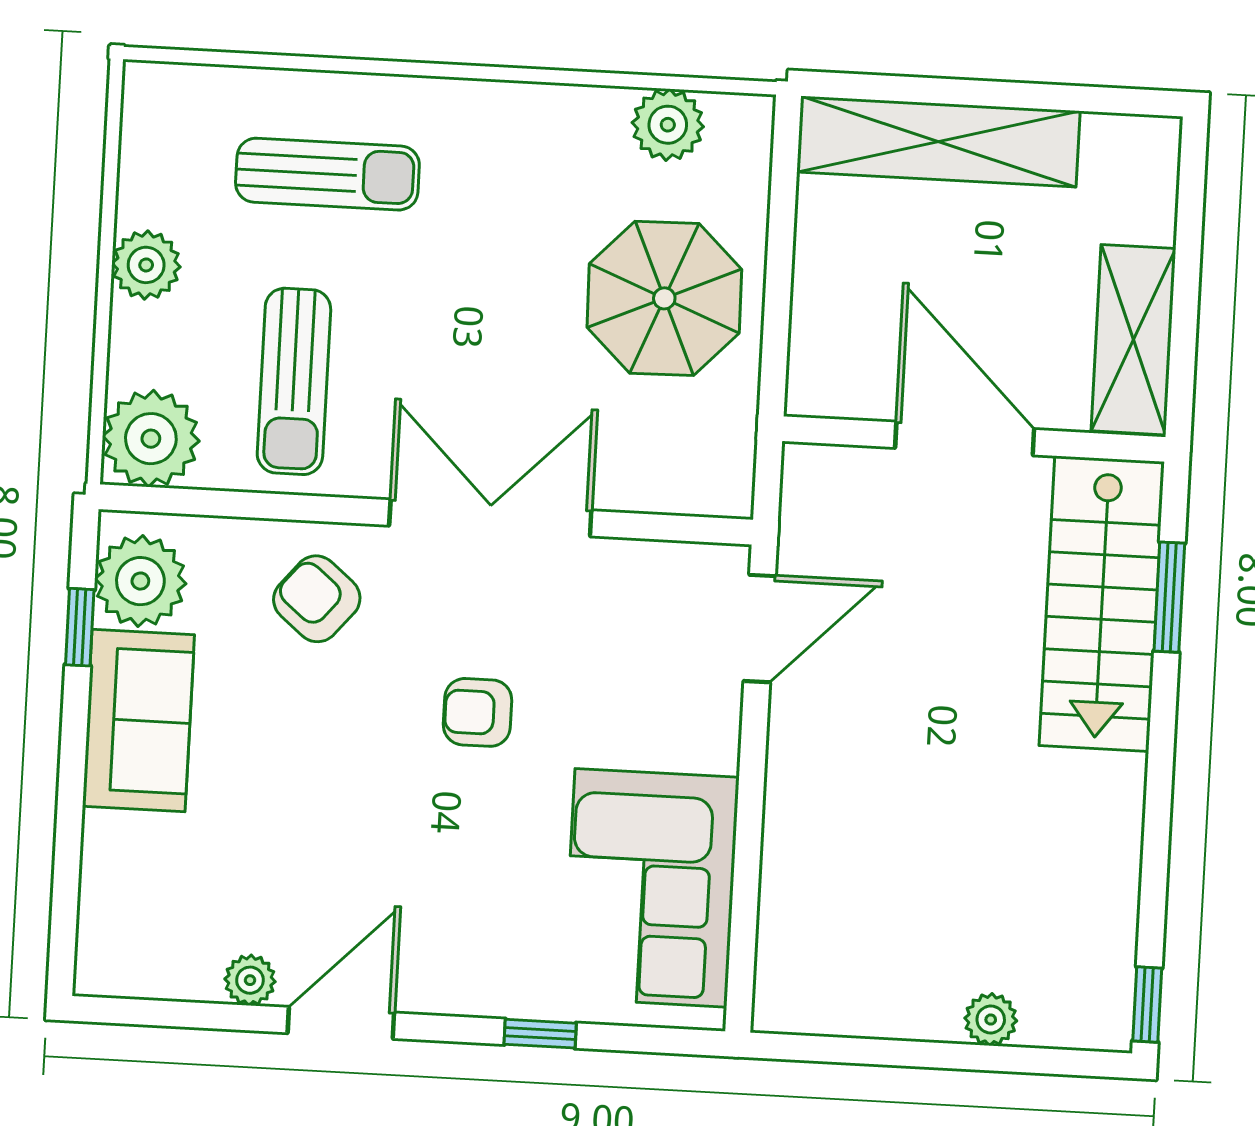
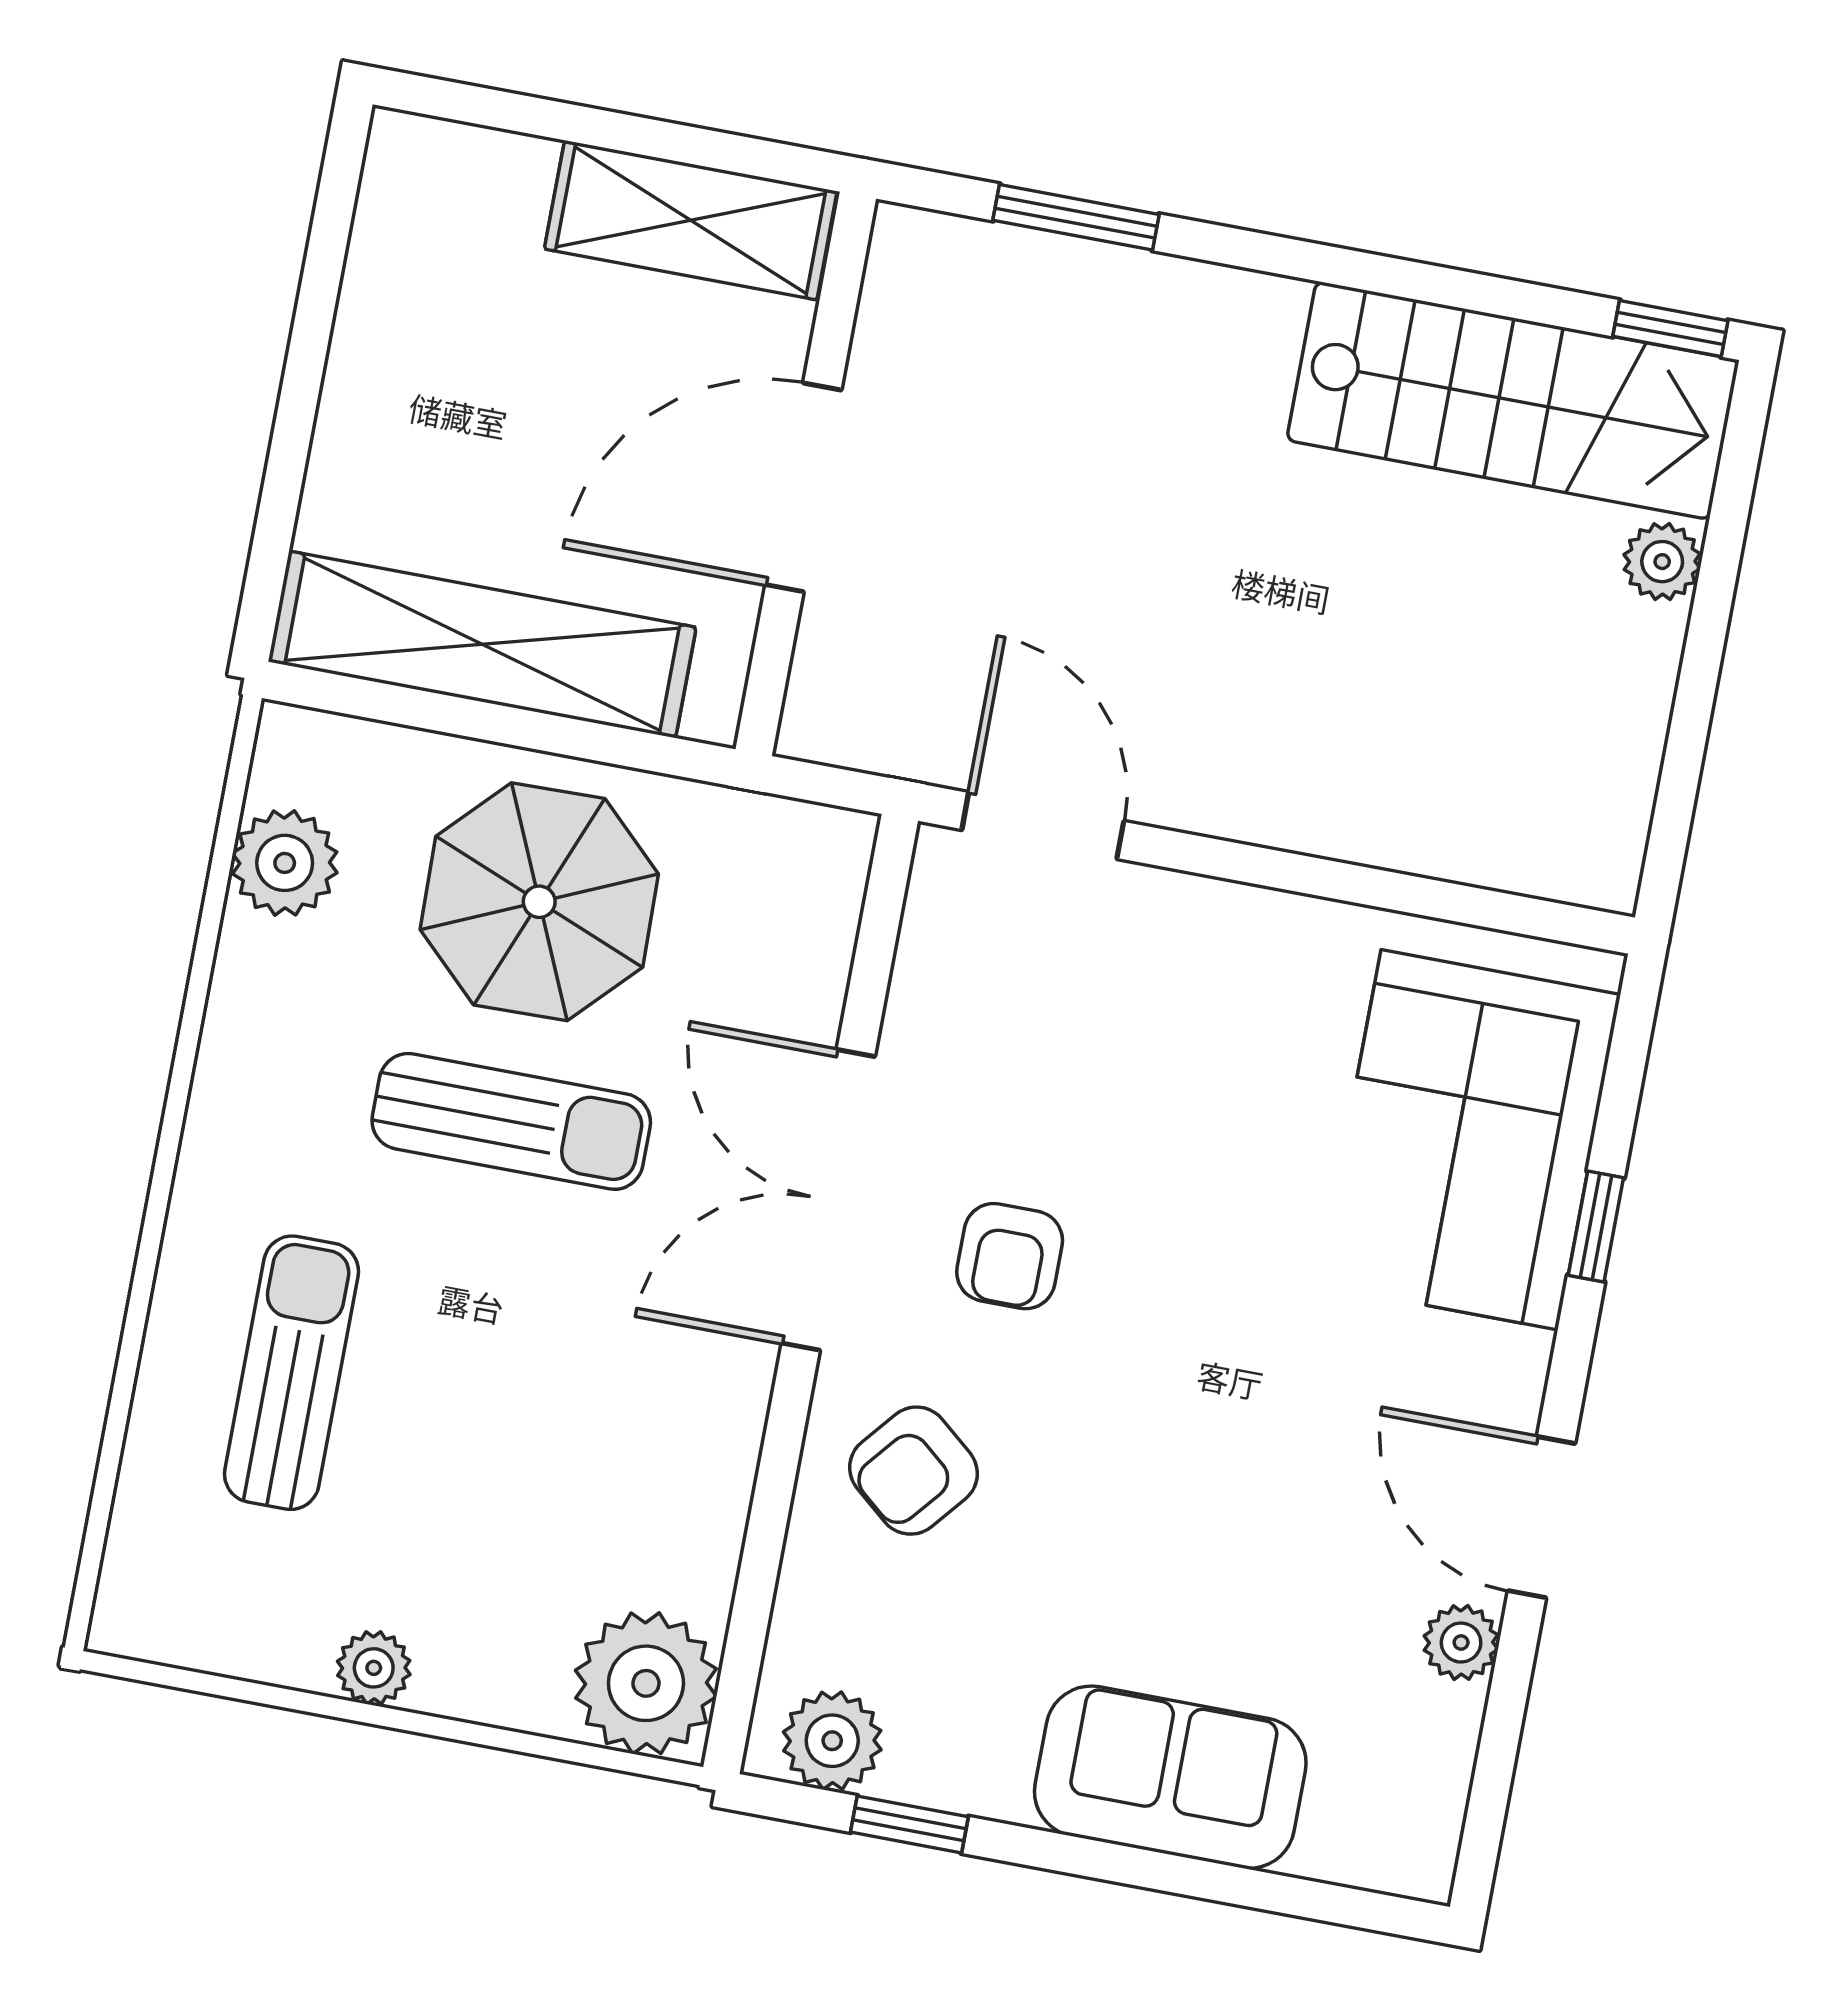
shelving: (938, 142) -> (482, 644), moved, turned 90
plant: (146, 265) -> (374, 1668), width x0.73, depth x0.73
sun lounger: (294, 381) -> (511, 1121), moved
plant: (140, 581) -> (832, 1741), width x0.73, depth x0.73
stairs: (1102, 604) -> (1513, 400), moved
armchair: (477, 712) -> (1010, 1256), moved
sofa: (138, 721) -> (1170, 1777), moved
corner sofa: (651, 888) -> (1469, 1140), moved, turned 90

